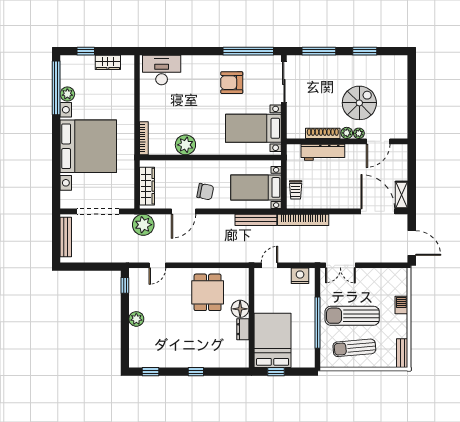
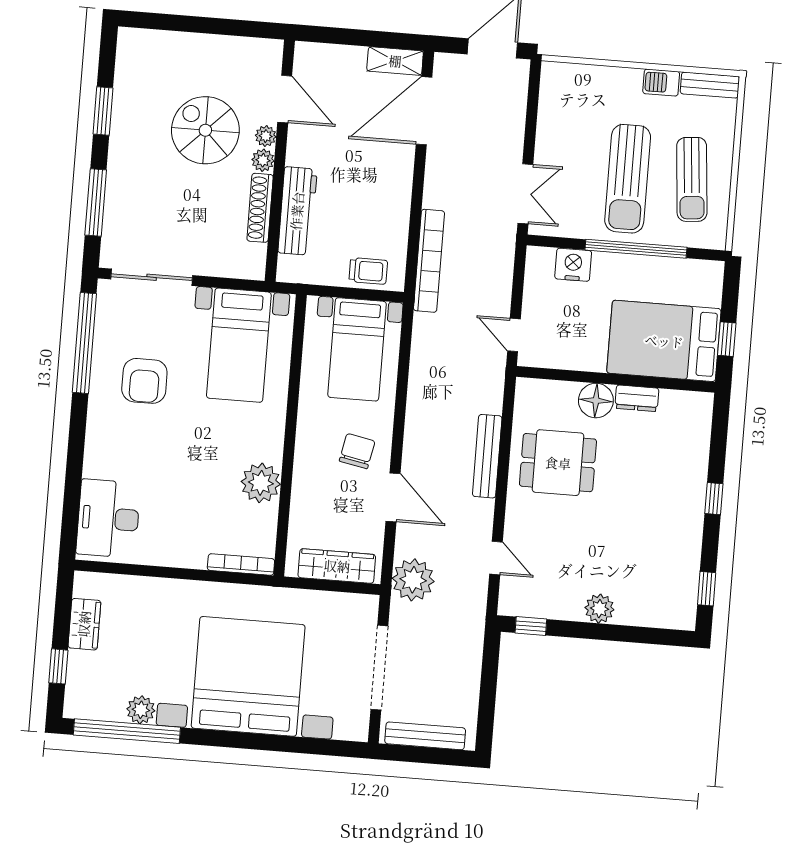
bench: (256, 220) -> (487, 456), moved
nightstand: (300, 276) -> (573, 265), moved, turned 90
barbecue: (401, 305) -> (661, 83), moved

